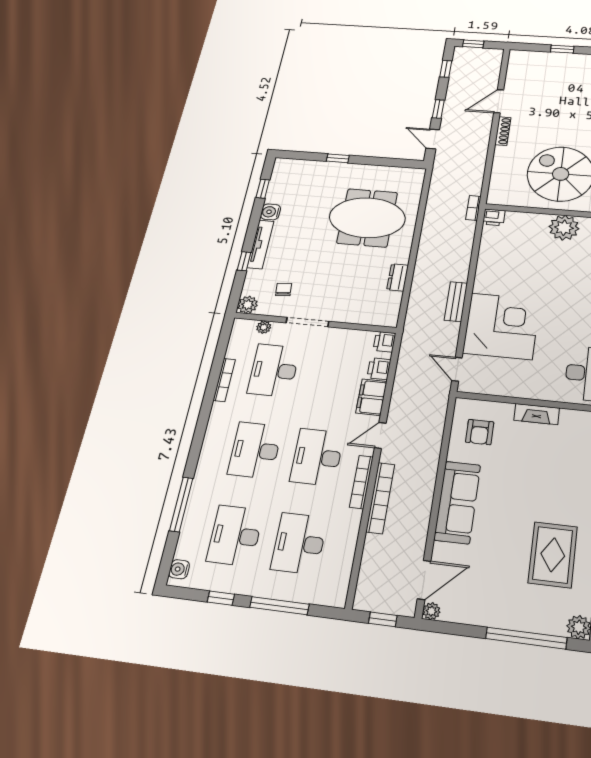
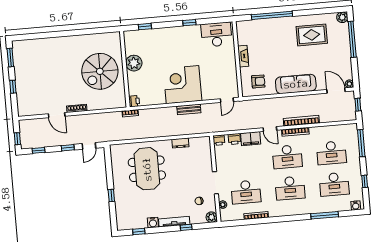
corner desk: (501, 326) -> (183, 85), moved
window: (279, 606) -> (361, 143), moved

